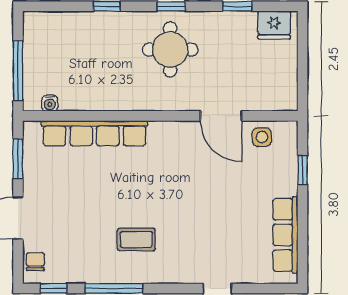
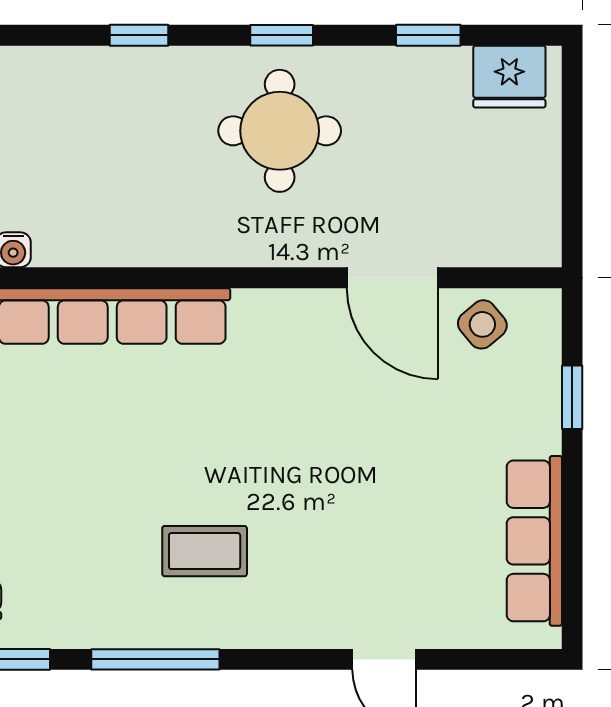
side table: (262, 137) -> (482, 324), turned -37

